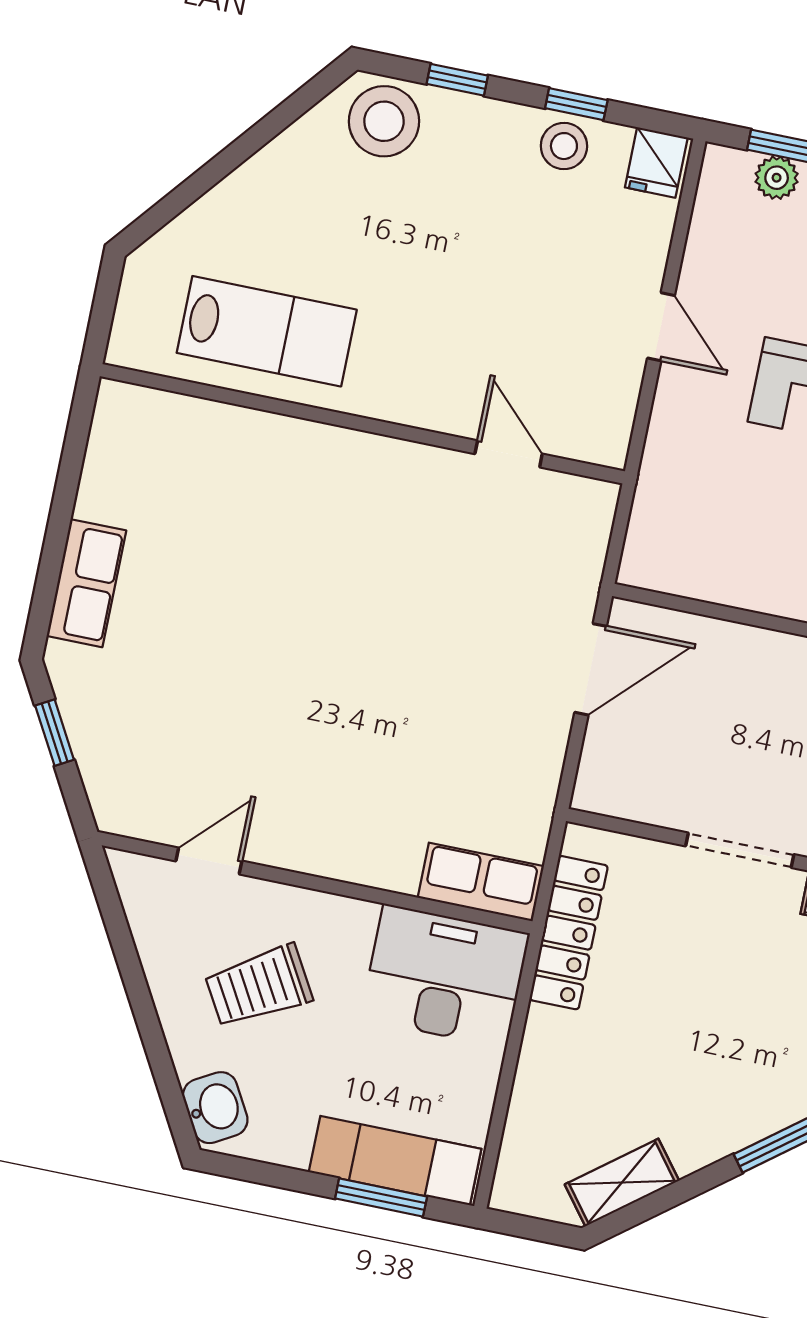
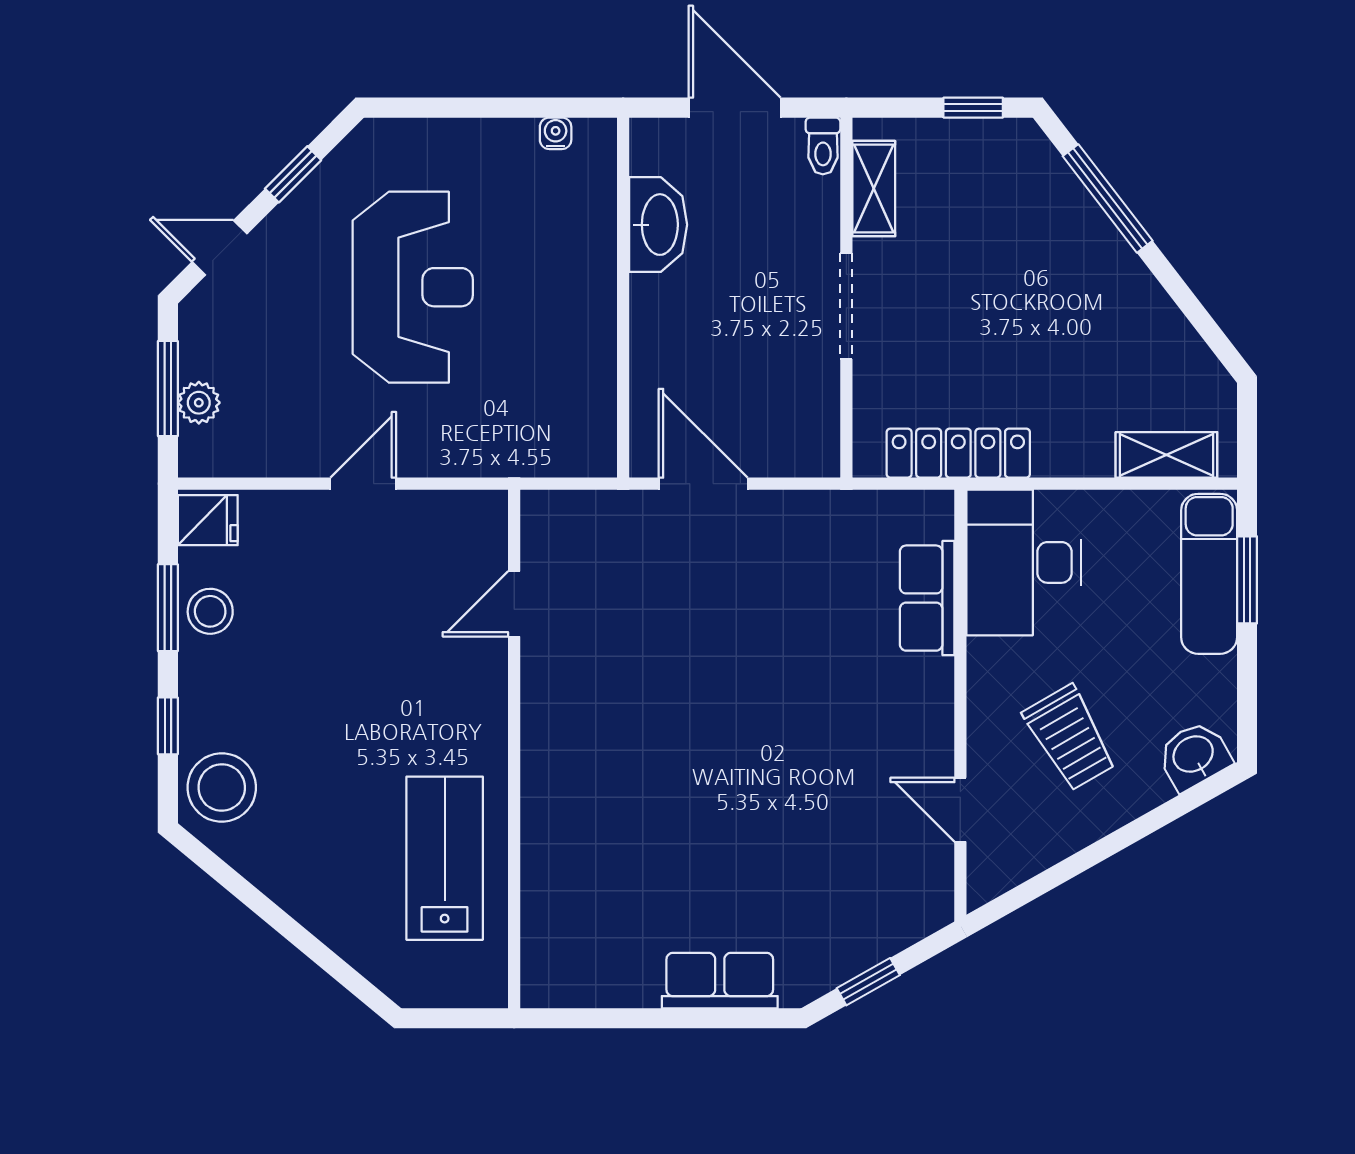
window: (576, 104) -> (168, 608), width x1.50
row of seats: (481, 882) -> (927, 598), moved
shelving: (622, 1183) -> (1166, 455), moved, turned -52

